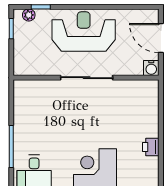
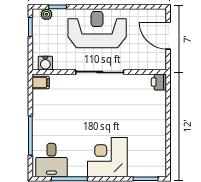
water cooler: (151, 68) -> (45, 63), moved
filing cabinet: (22, 89) -> (41, 82), added
printer: (151, 147) -> (159, 82), moved

